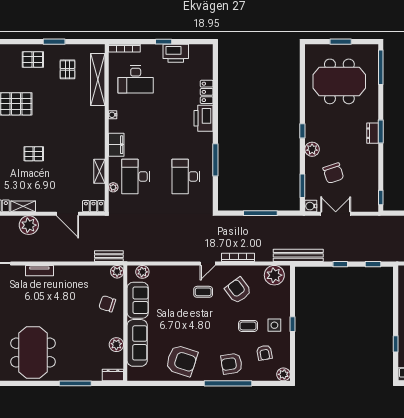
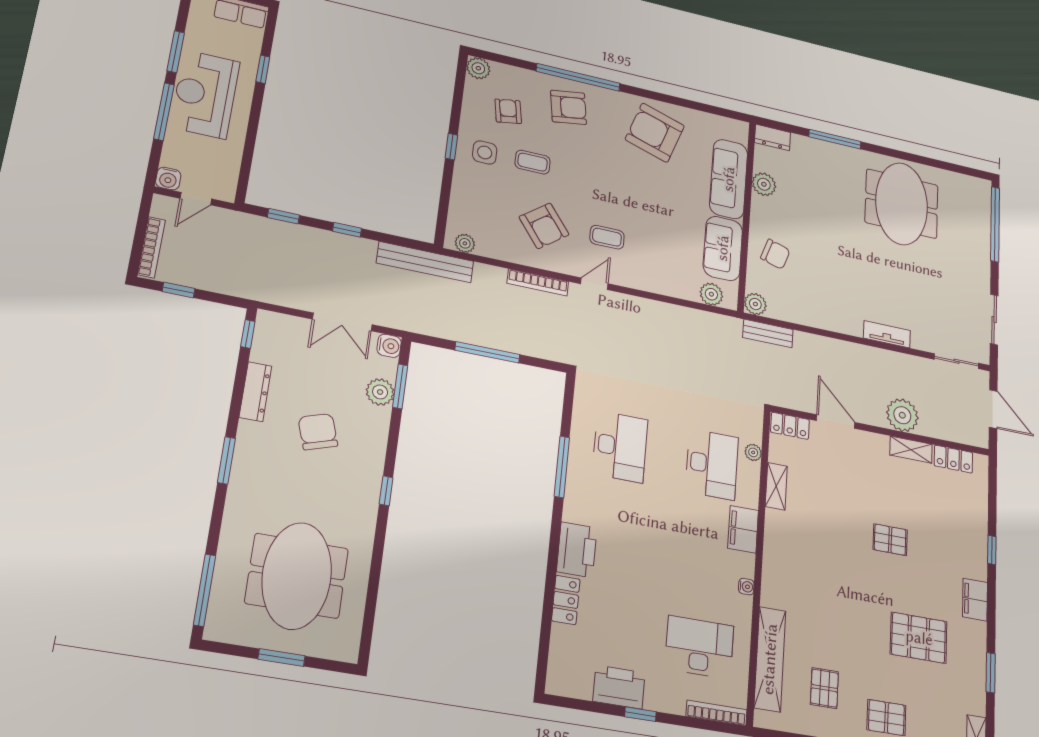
meeting table: (339, 81) -> (297, 576), turned 90
dresser: (373, 133) -> (255, 392), moved, width x1.44
plant: (312, 149) -> (380, 392), moved
chair: (333, 173) -> (318, 432), moved
plant: (274, 275) -> (465, 243), width x0.53, depth x0.53

